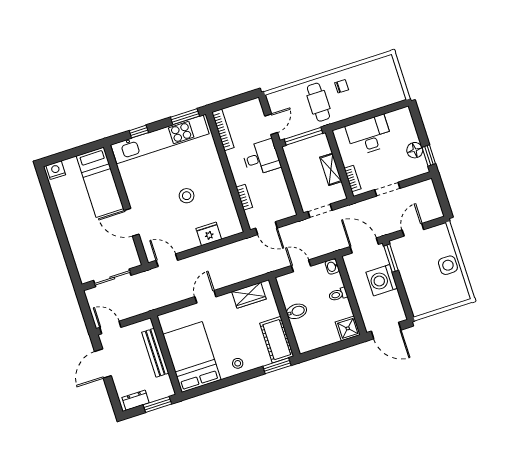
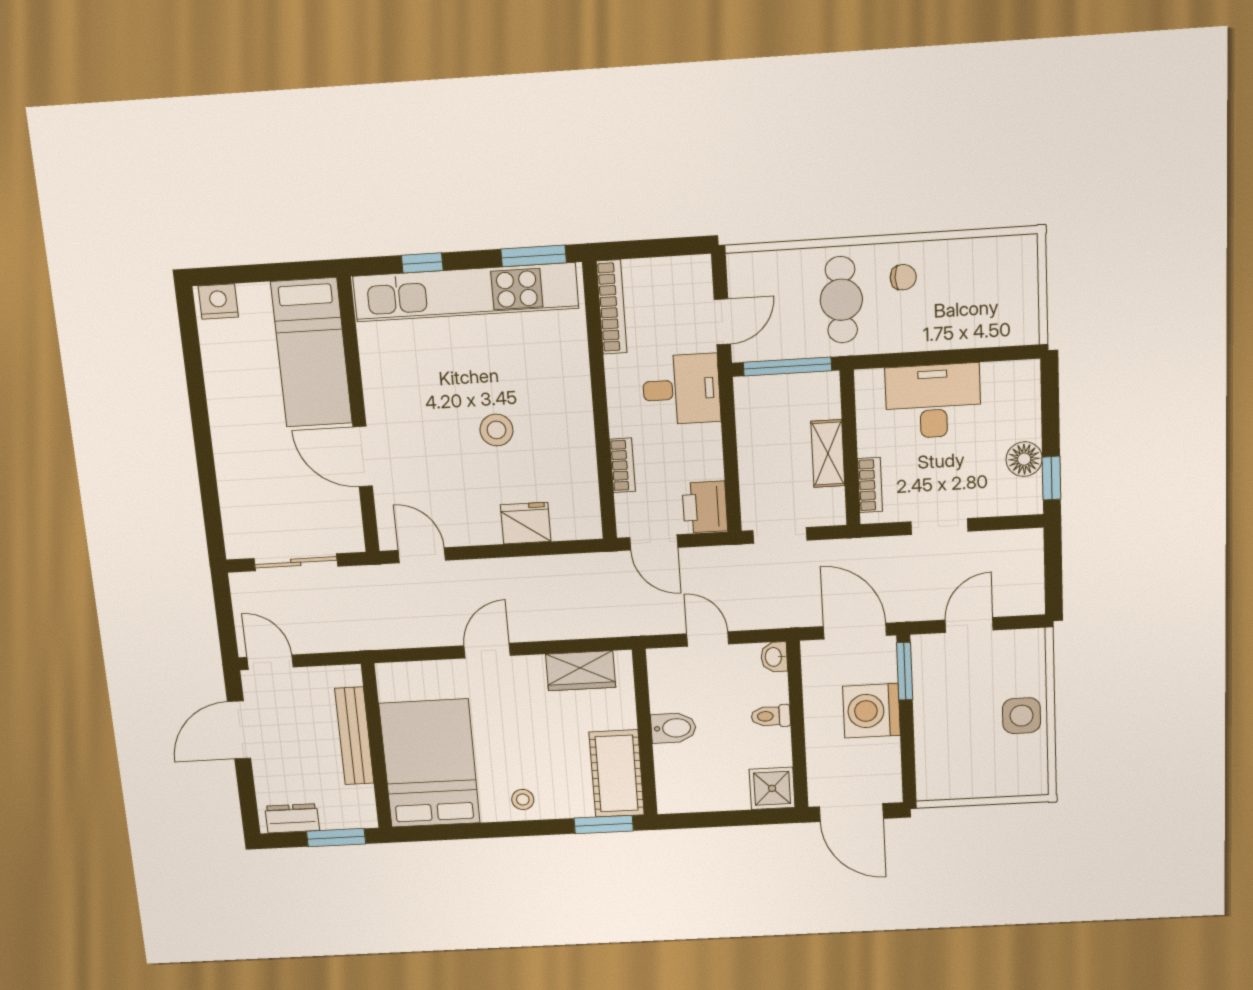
printer: (284, 207) -> (705, 507), added

